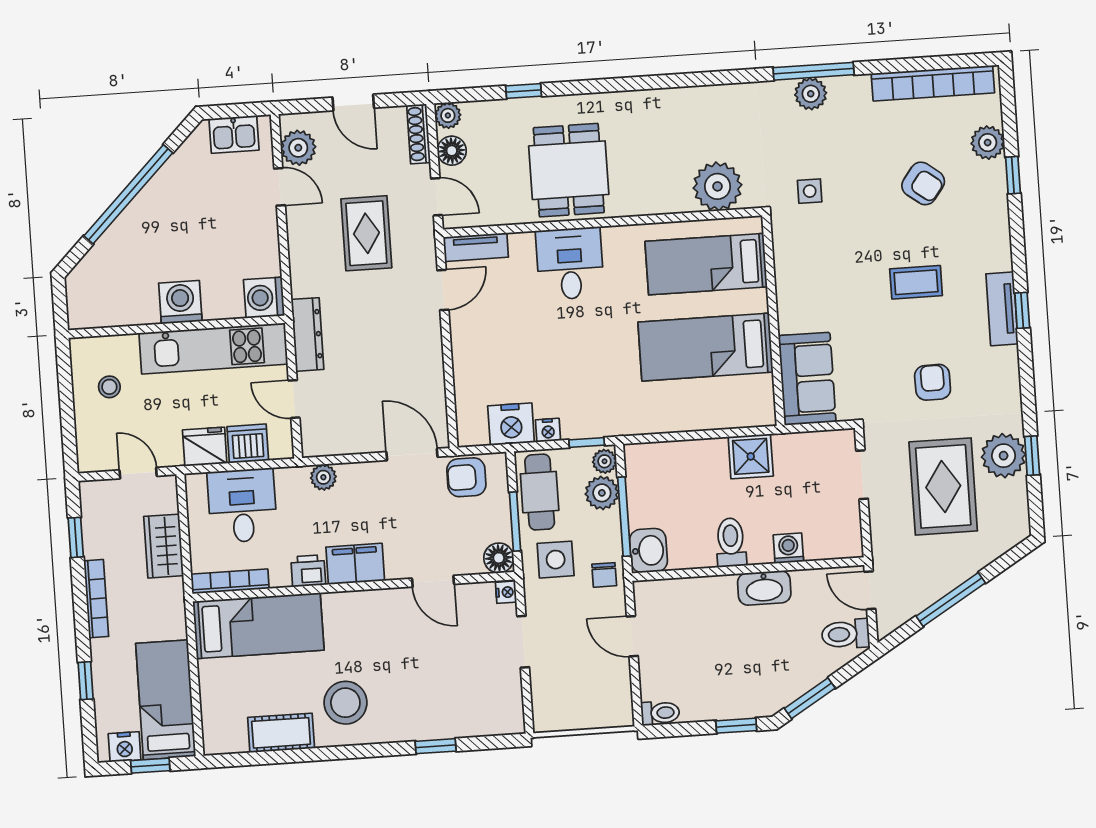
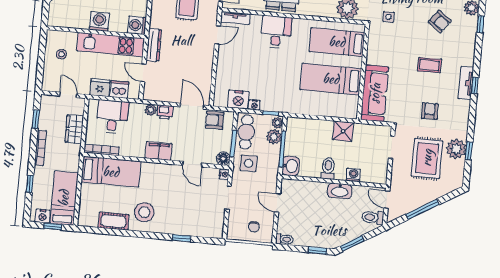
sofa: (807, 379) -> (375, 93), width x1.36
printer: (308, 571) -> (165, 112), moved, turned 180
chair: (604, 575) -> (254, 227), moved

